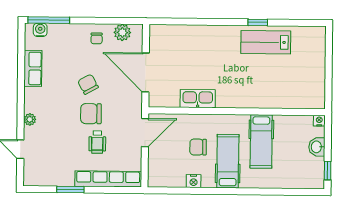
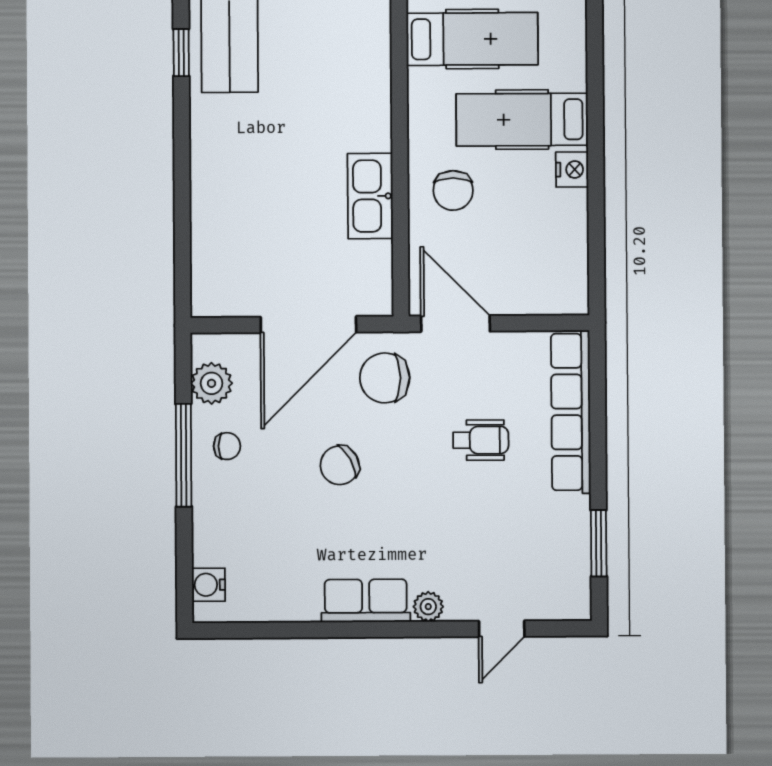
window: (49, 20) -> (184, 455), moved
row of seats: (33, 68) -> (366, 601), moved
chair: (91, 114) -> (385, 378), moved, turned 90
chair: (198, 147) -> (453, 190), moved
nightstand: (194, 181) -> (572, 170), moved
window: (70, 189) -> (599, 543), moved

